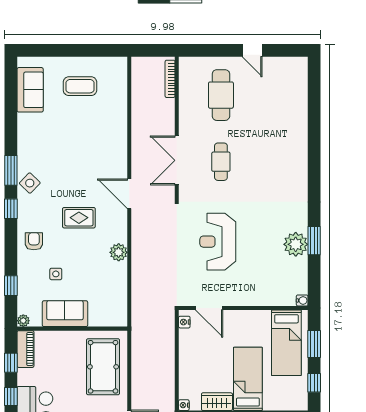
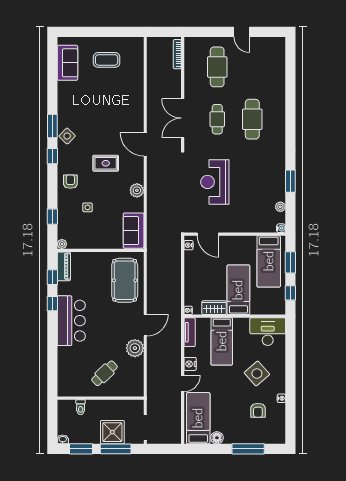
cafe table: (266, 162) -> (252, 119), added
plant: (296, 244) -> (280, 207), moved, width x0.53, depth x0.53
sofa: (65, 314) -> (134, 231), moved, turned -90

